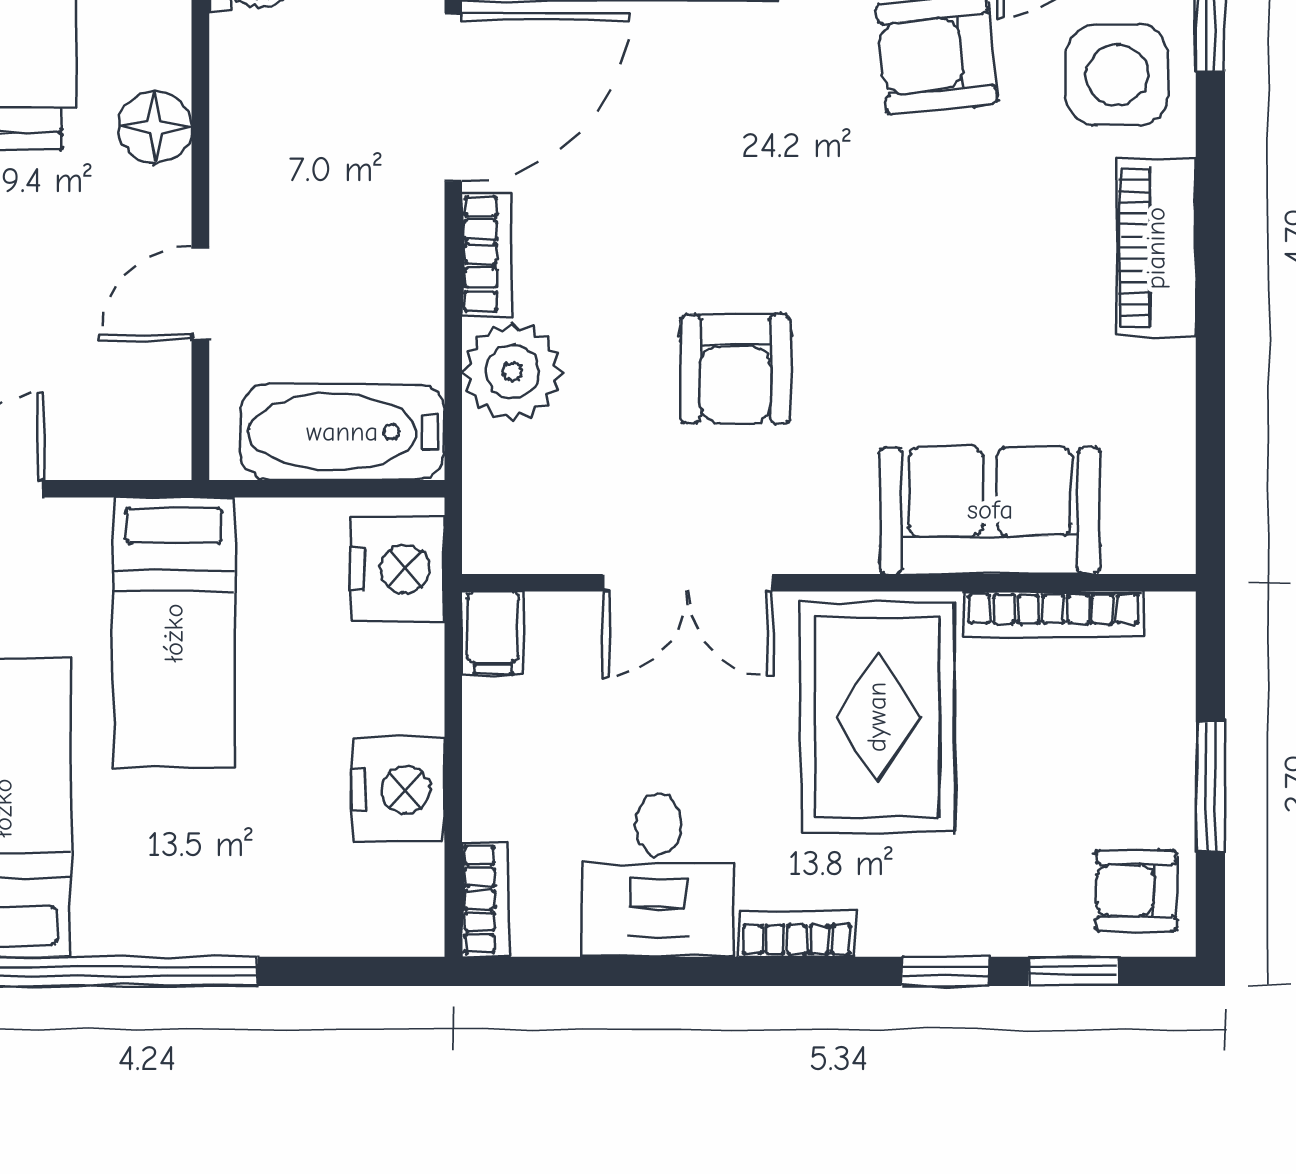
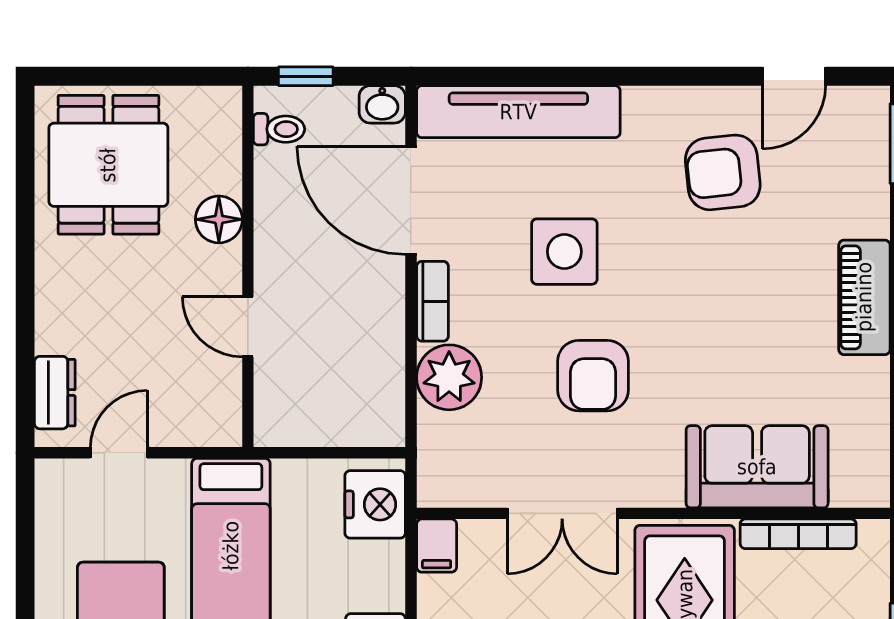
side table: (1117, 75) -> (564, 252), moved
door: (453, 97) -> (411, 200), swing flipped
door: (200, 293) -> (248, 327), hinge flipped
bathtub: (342, 432) -> (340, 416), removed

